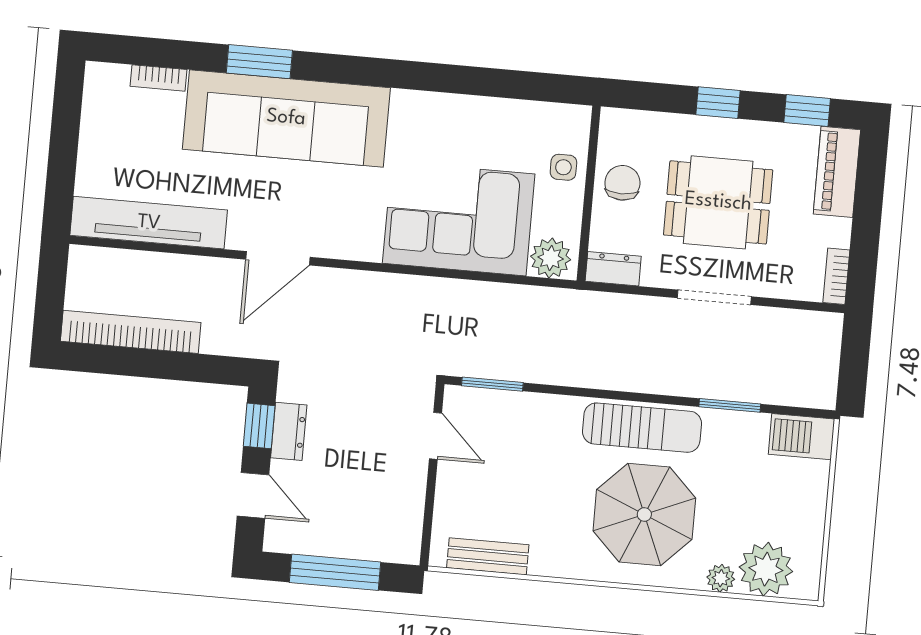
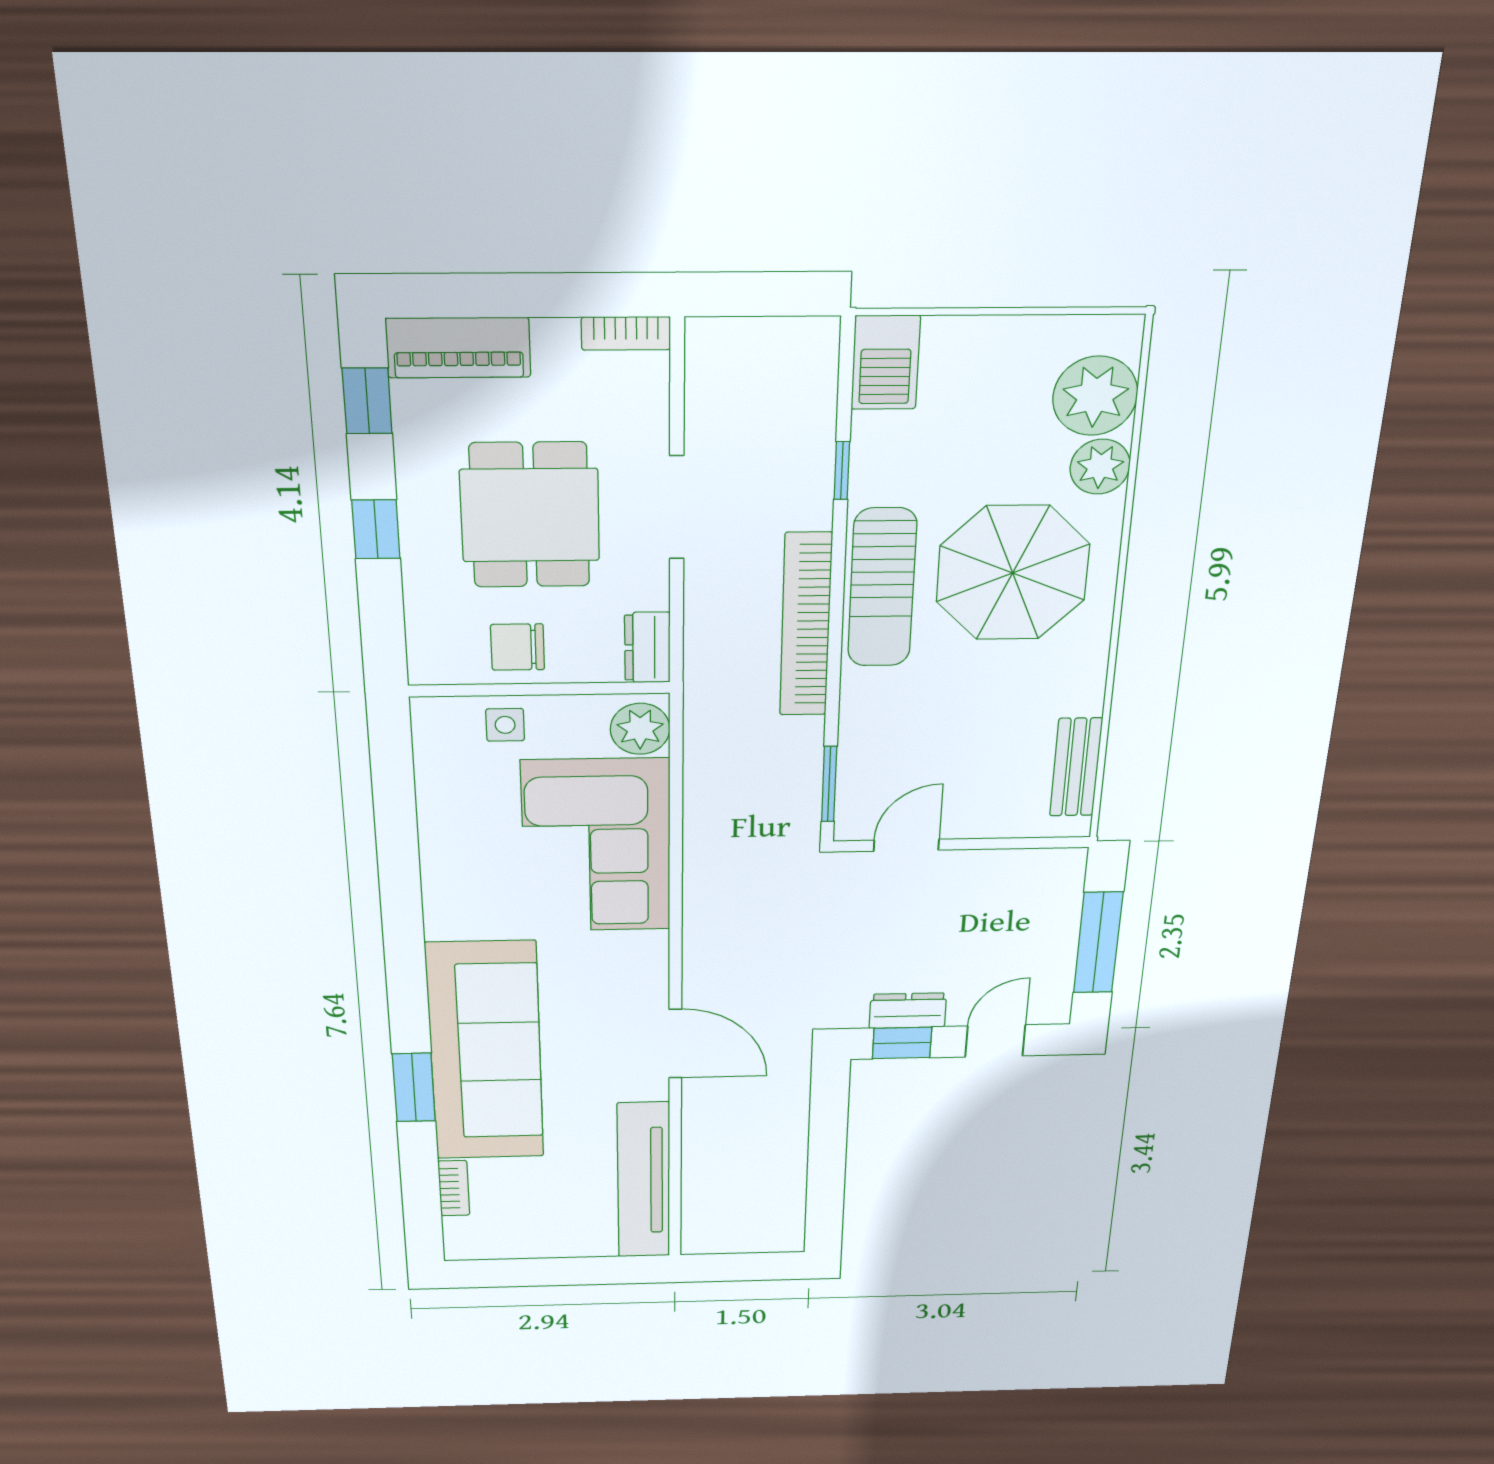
bookcase: (131, 332) -> (806, 625), moved
window: (730, 405) -> (842, 471), width x0.67
sun lounger: (642, 428) -> (882, 588), turned 180
plant: (721, 578) -> (1100, 467), width x1.38, depth x1.38

